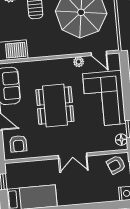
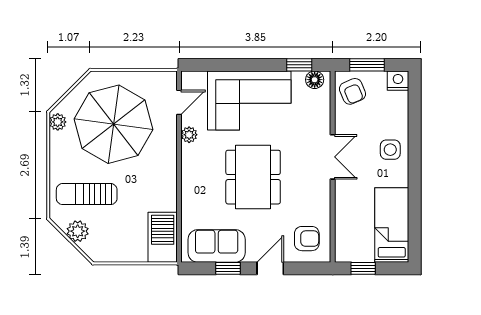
dining table: (55, 106) -> (253, 177), turned 90
side table: (81, 192) -> (390, 150), added

